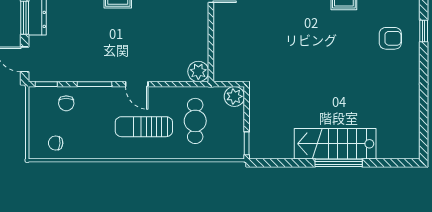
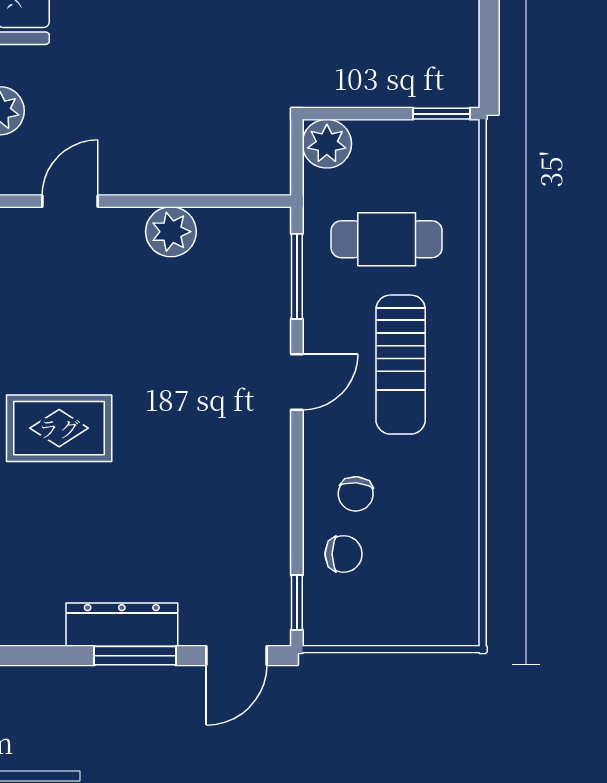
plant: (198, 72) -> (171, 232), moved
window: (94, 84) -> (297, 276), moved
chair: (56, 143) -> (356, 494), moved

